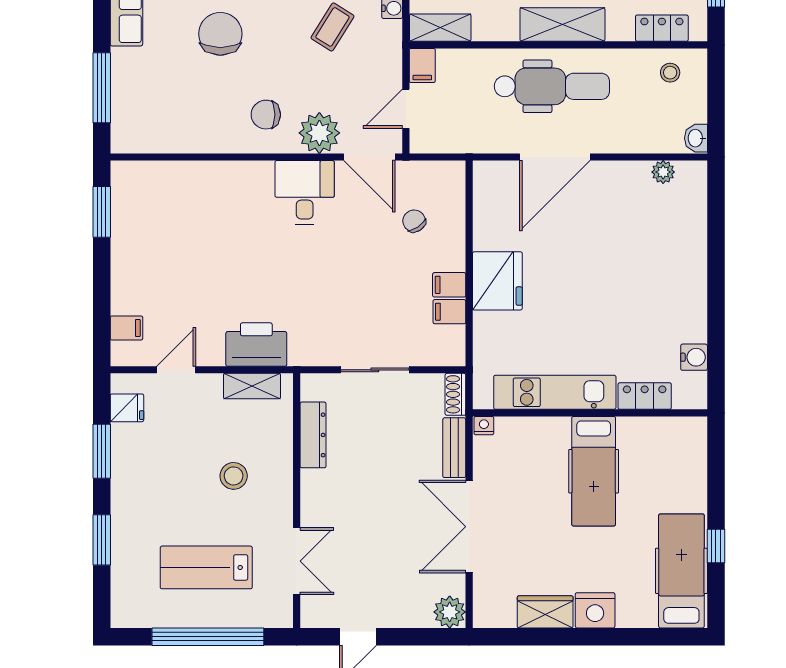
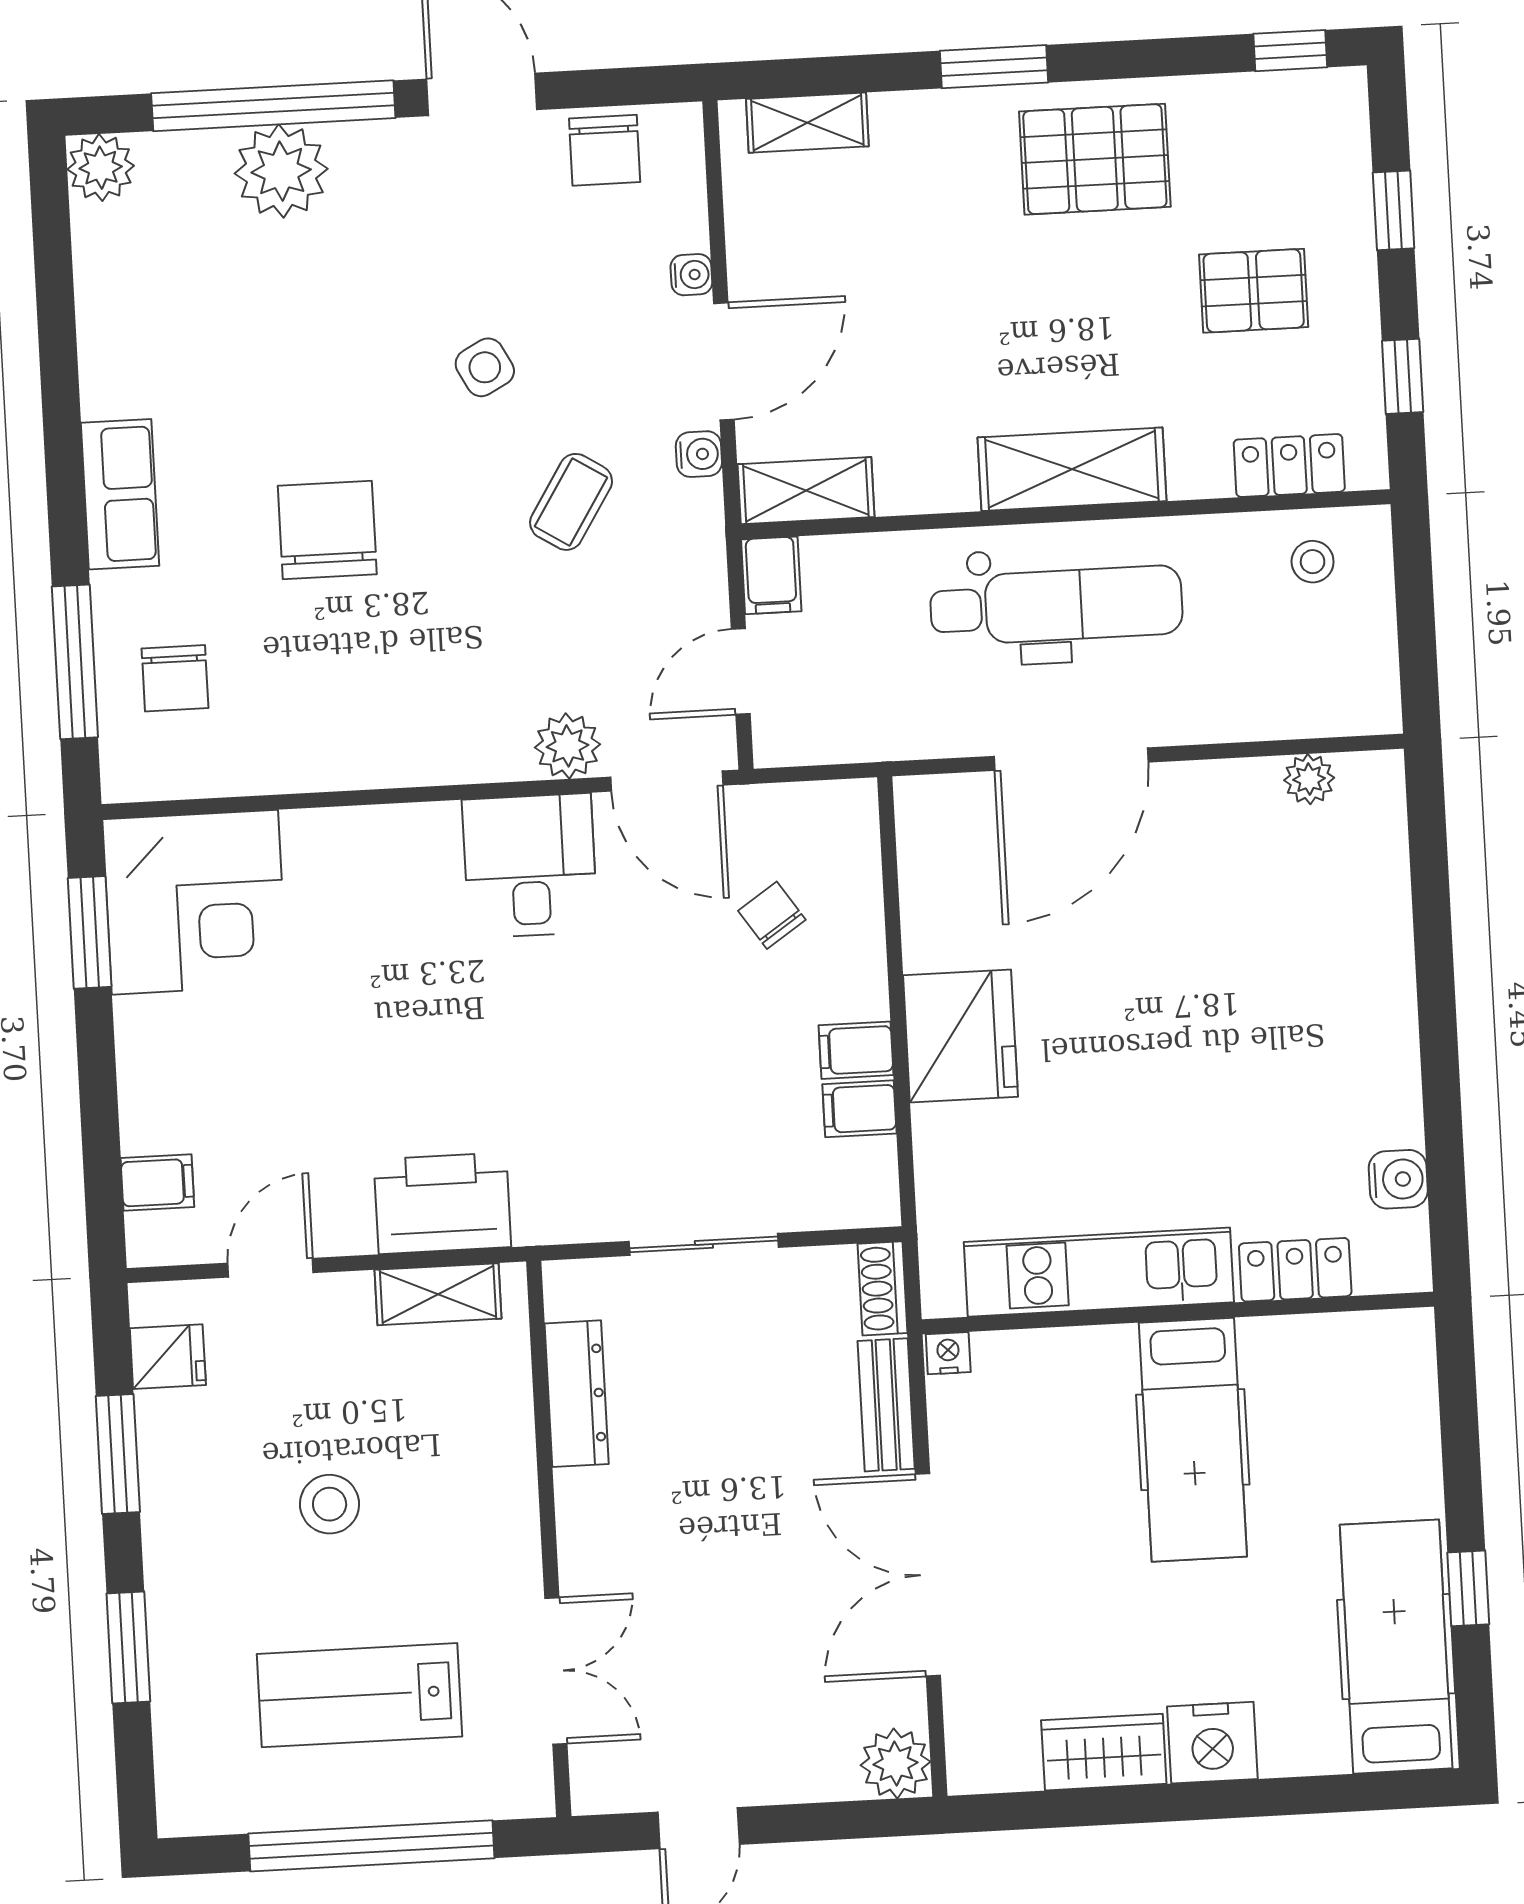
chair: (266, 115) -> (175, 678), moved, turned -90
plant: (319, 133) -> (567, 746), width x0.73, depth x0.73
washbasin: (696, 138) -> (1377, 701), removed
corner desk: (151, 201) -> (195, 902), added
stool: (234, 476) -> (330, 1504), moved

